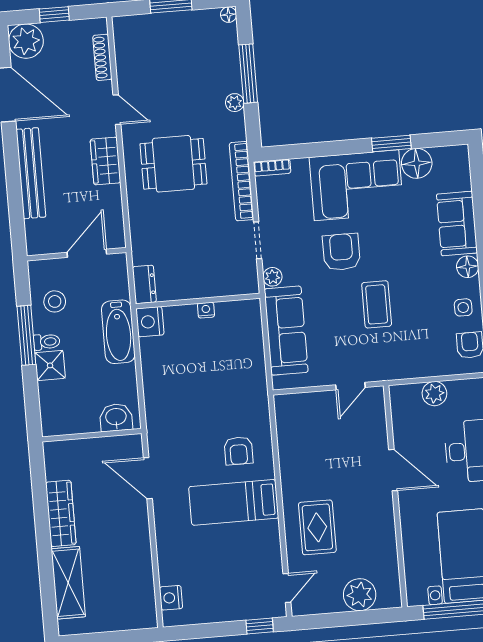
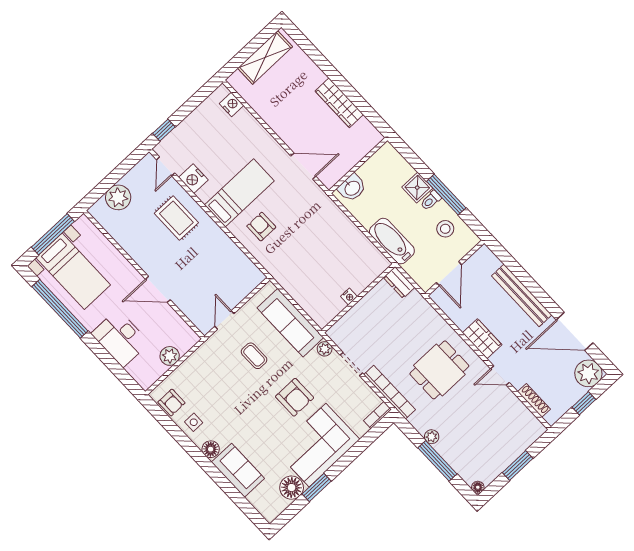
coffee table: (377, 304) -> (254, 356), moved, width x0.73, depth x0.77
nightstand: (150, 322) -> (193, 179), moved, turned 180
shelving: (68, 583) -> (265, 57), moved, turned 90

